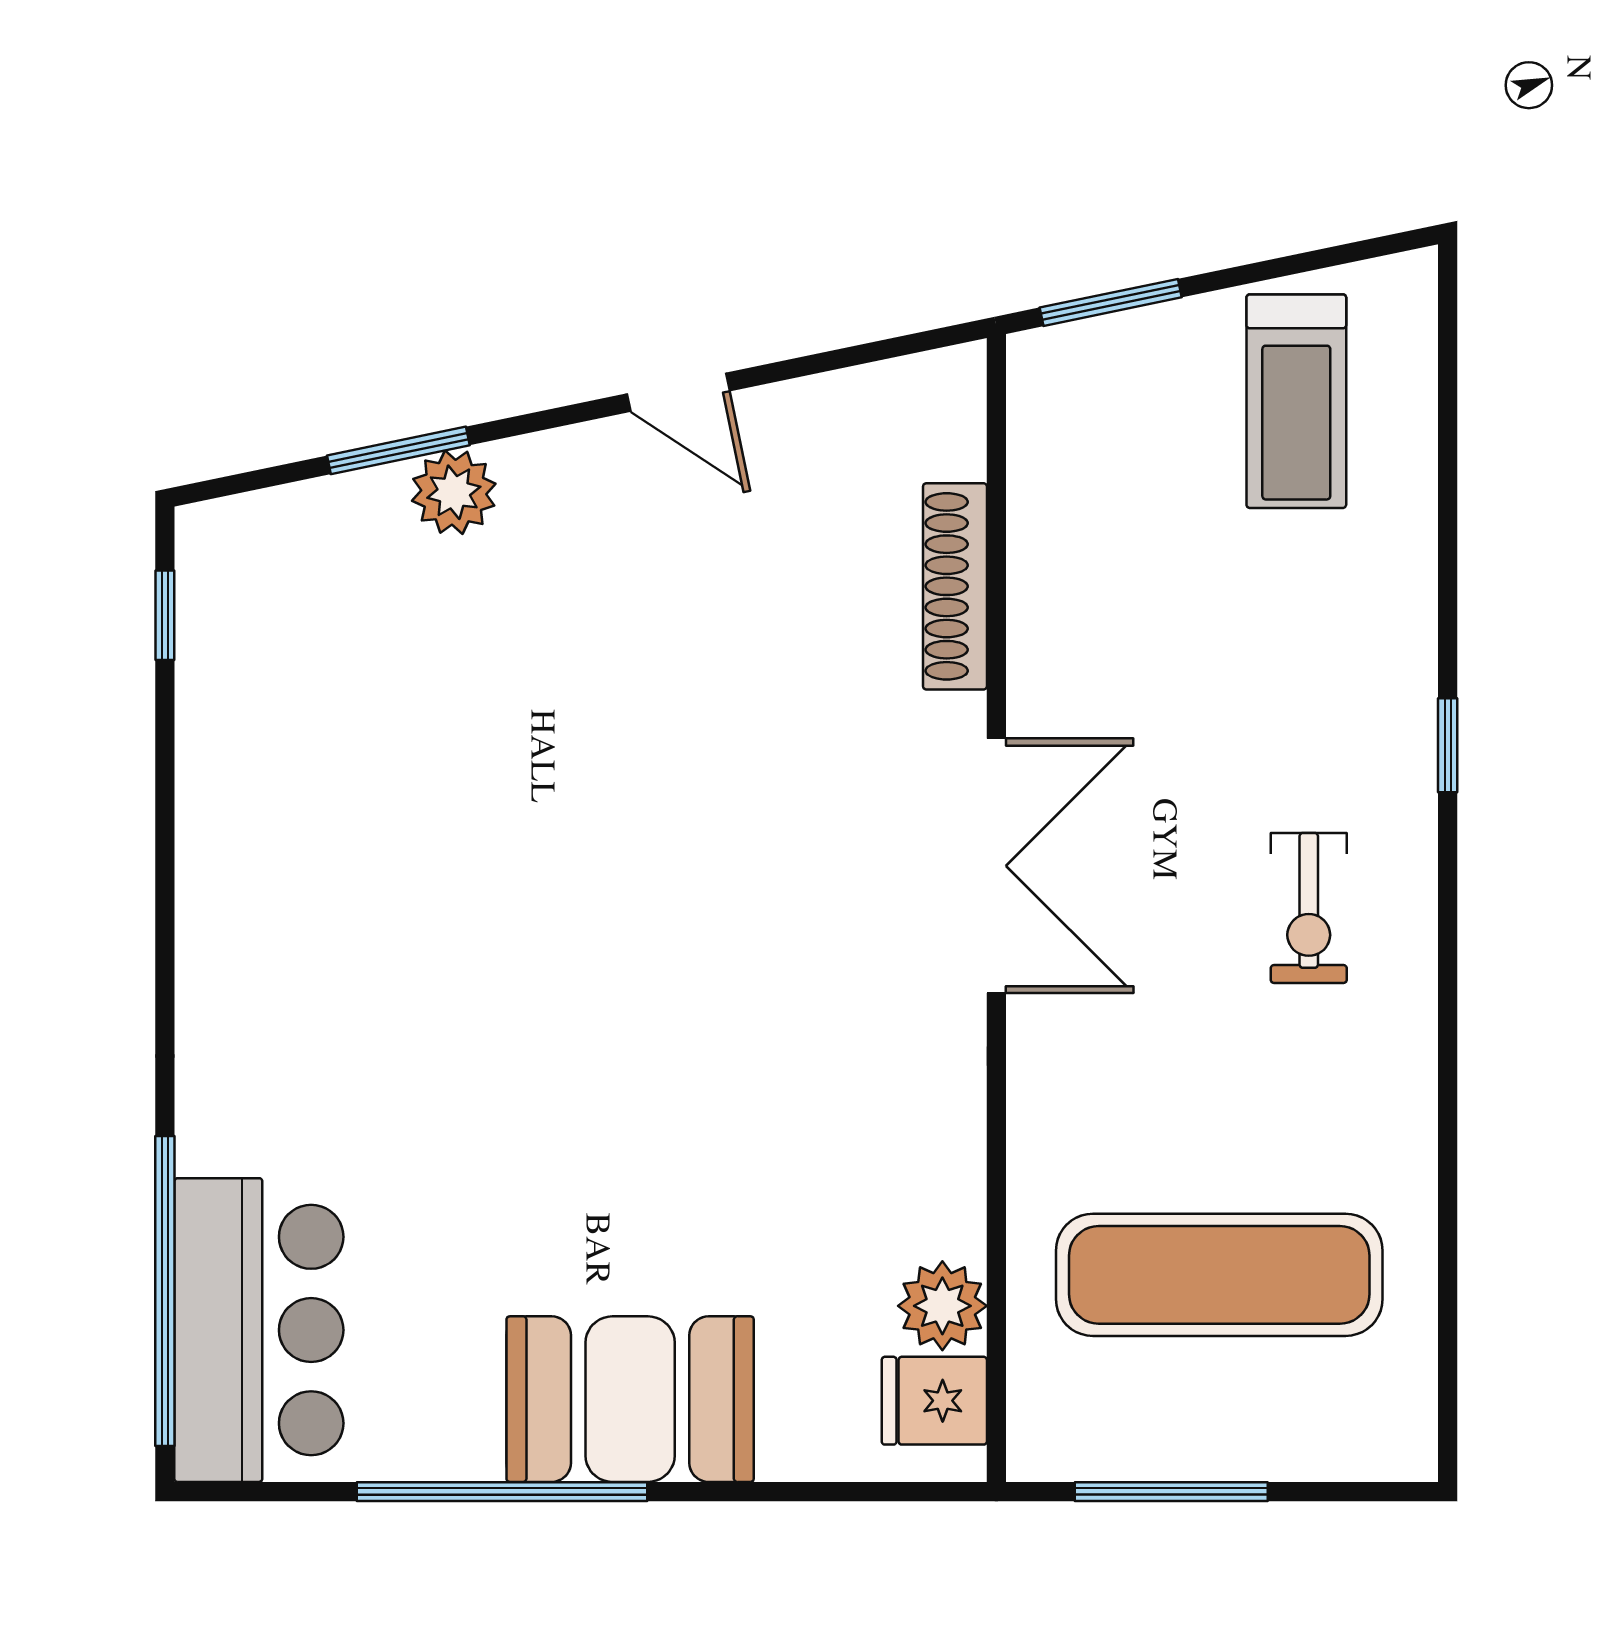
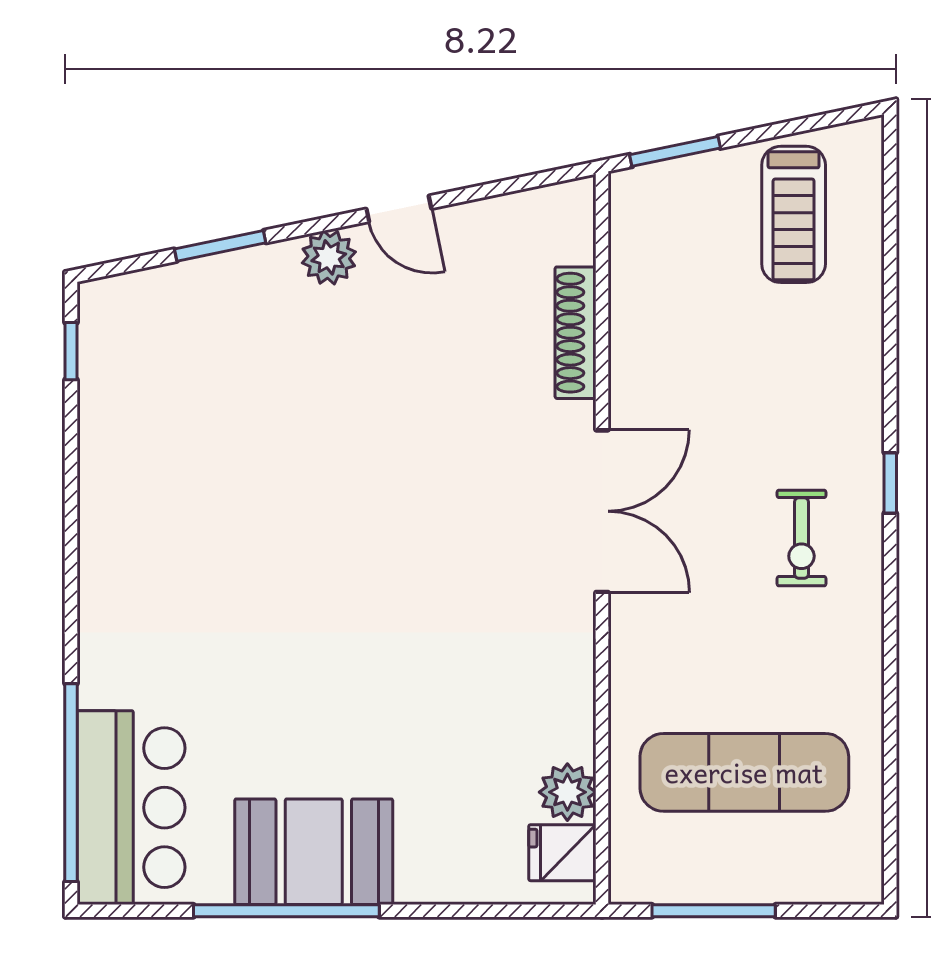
plant: (454, 492) -> (329, 257), moved
window: (1448, 745) -> (890, 483), moved
booth: (630, 1399) -> (314, 852), moved

